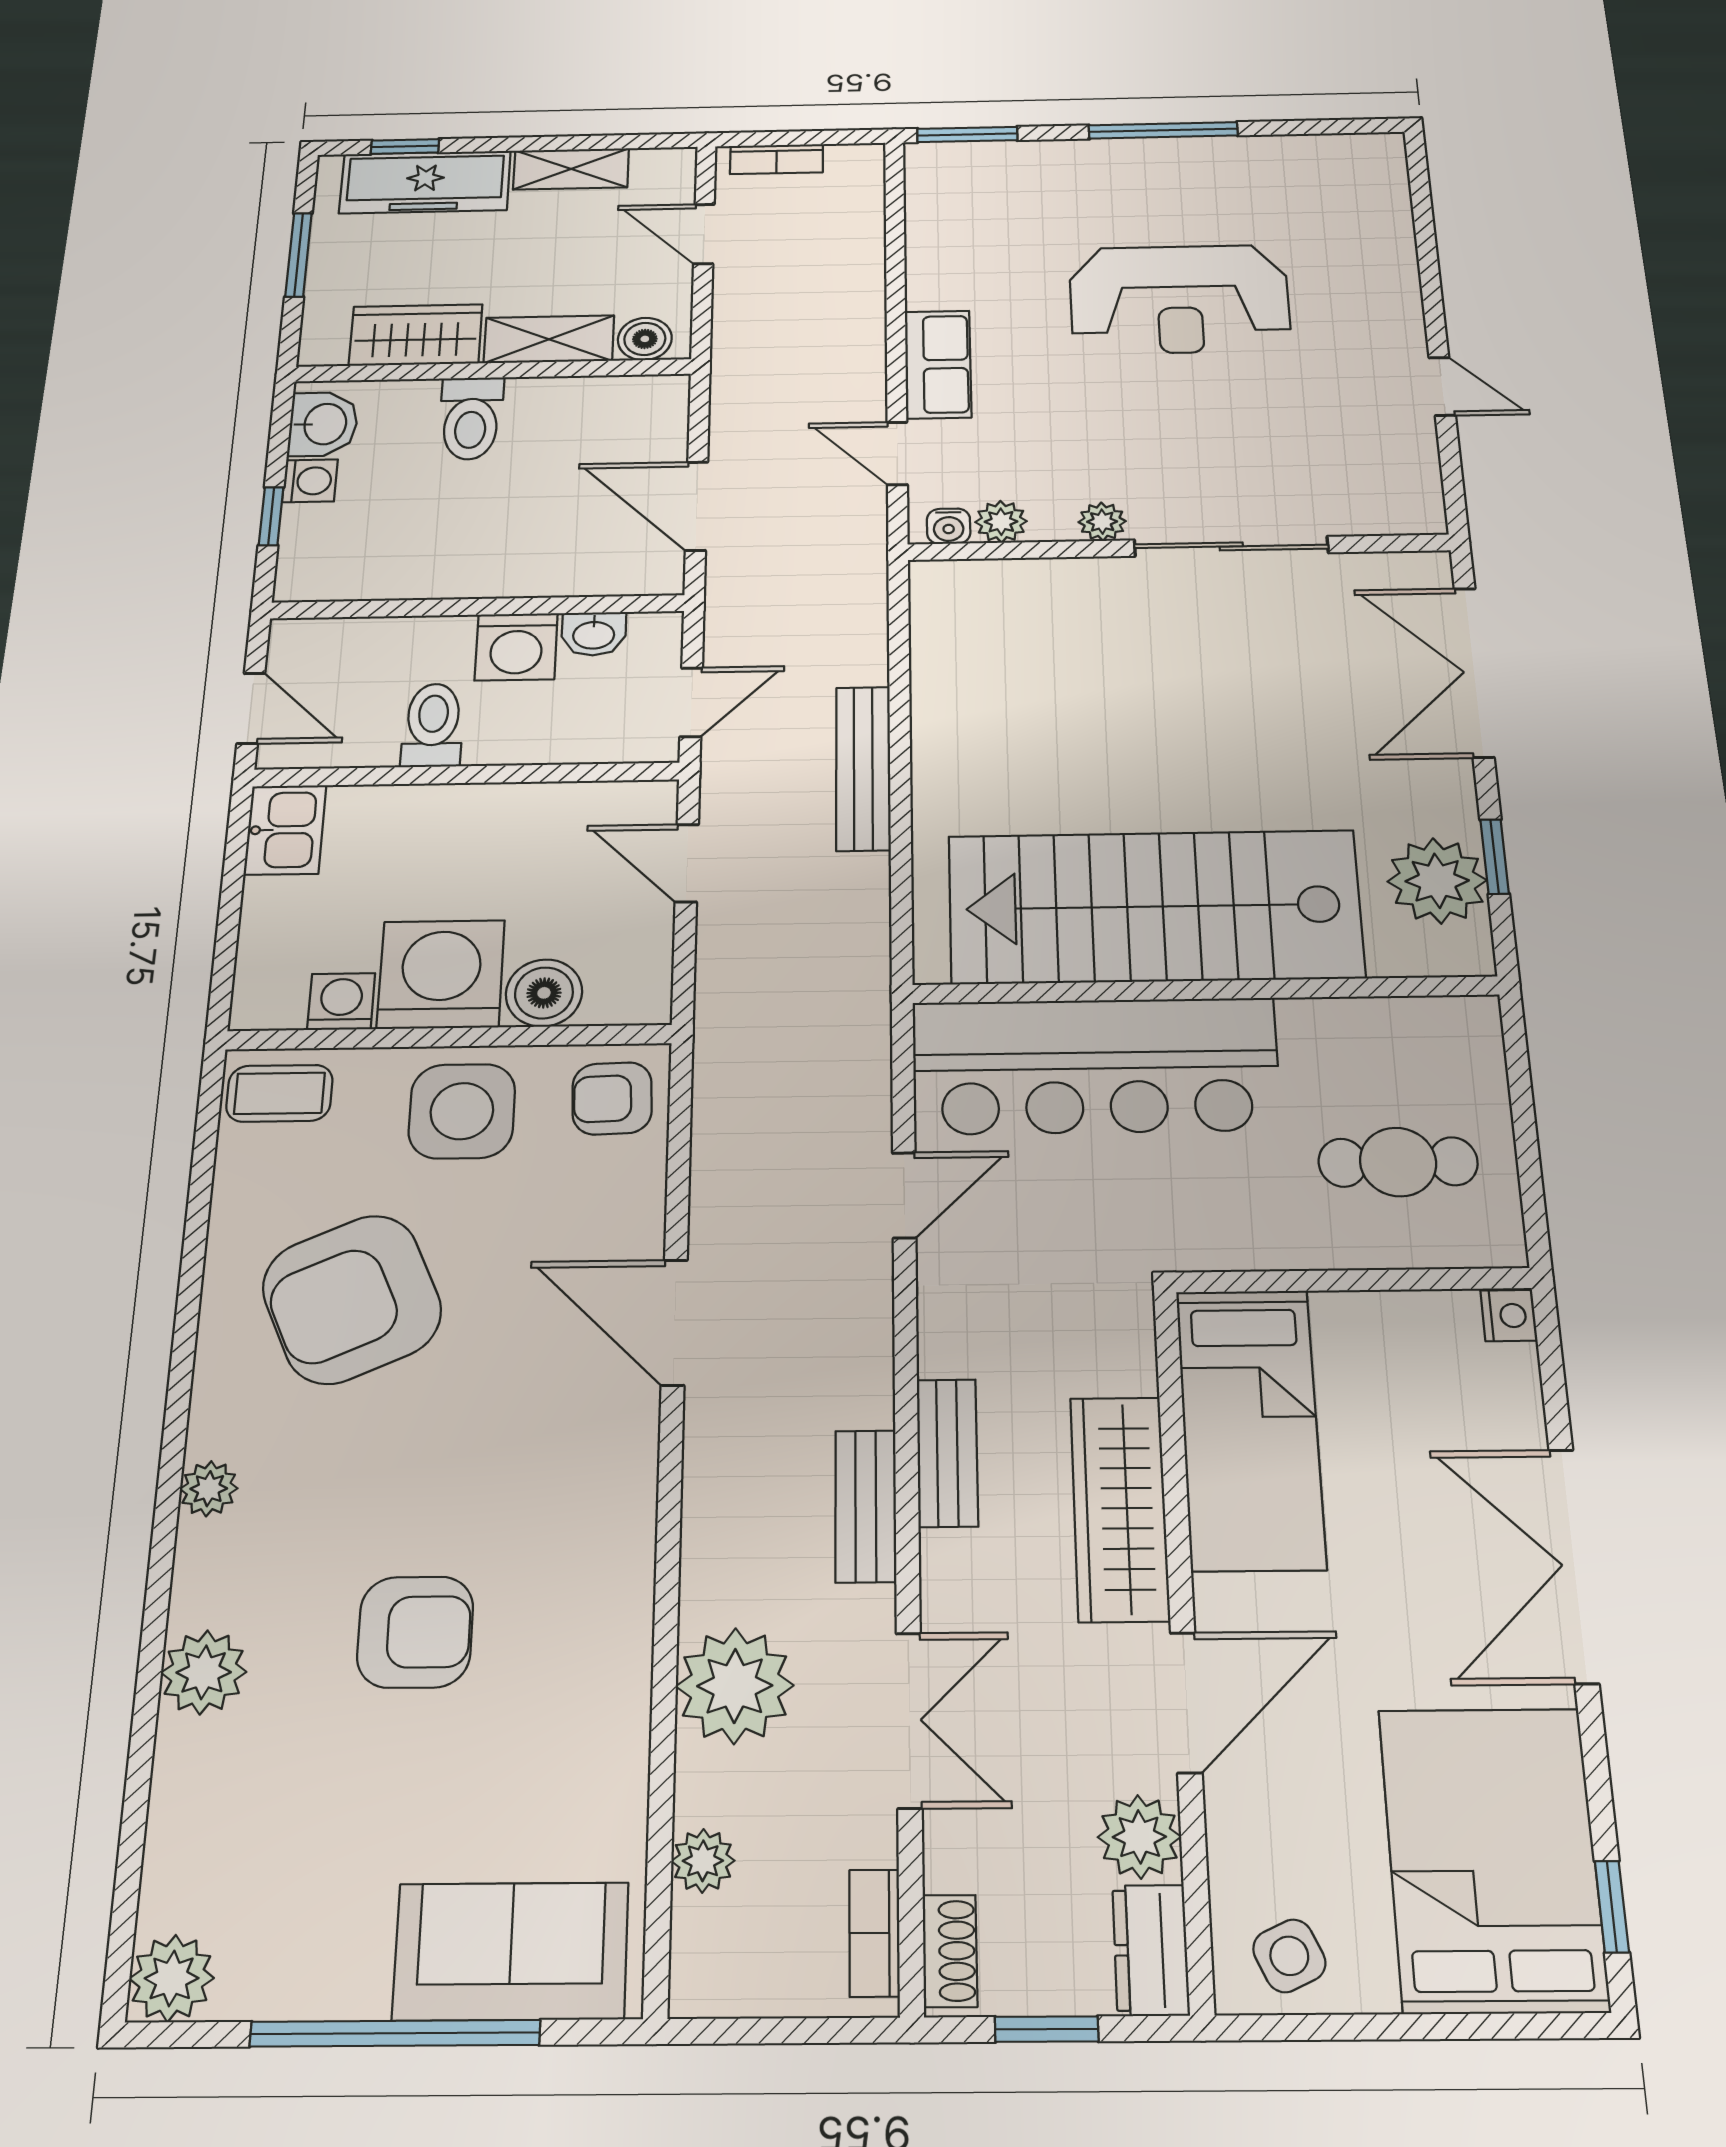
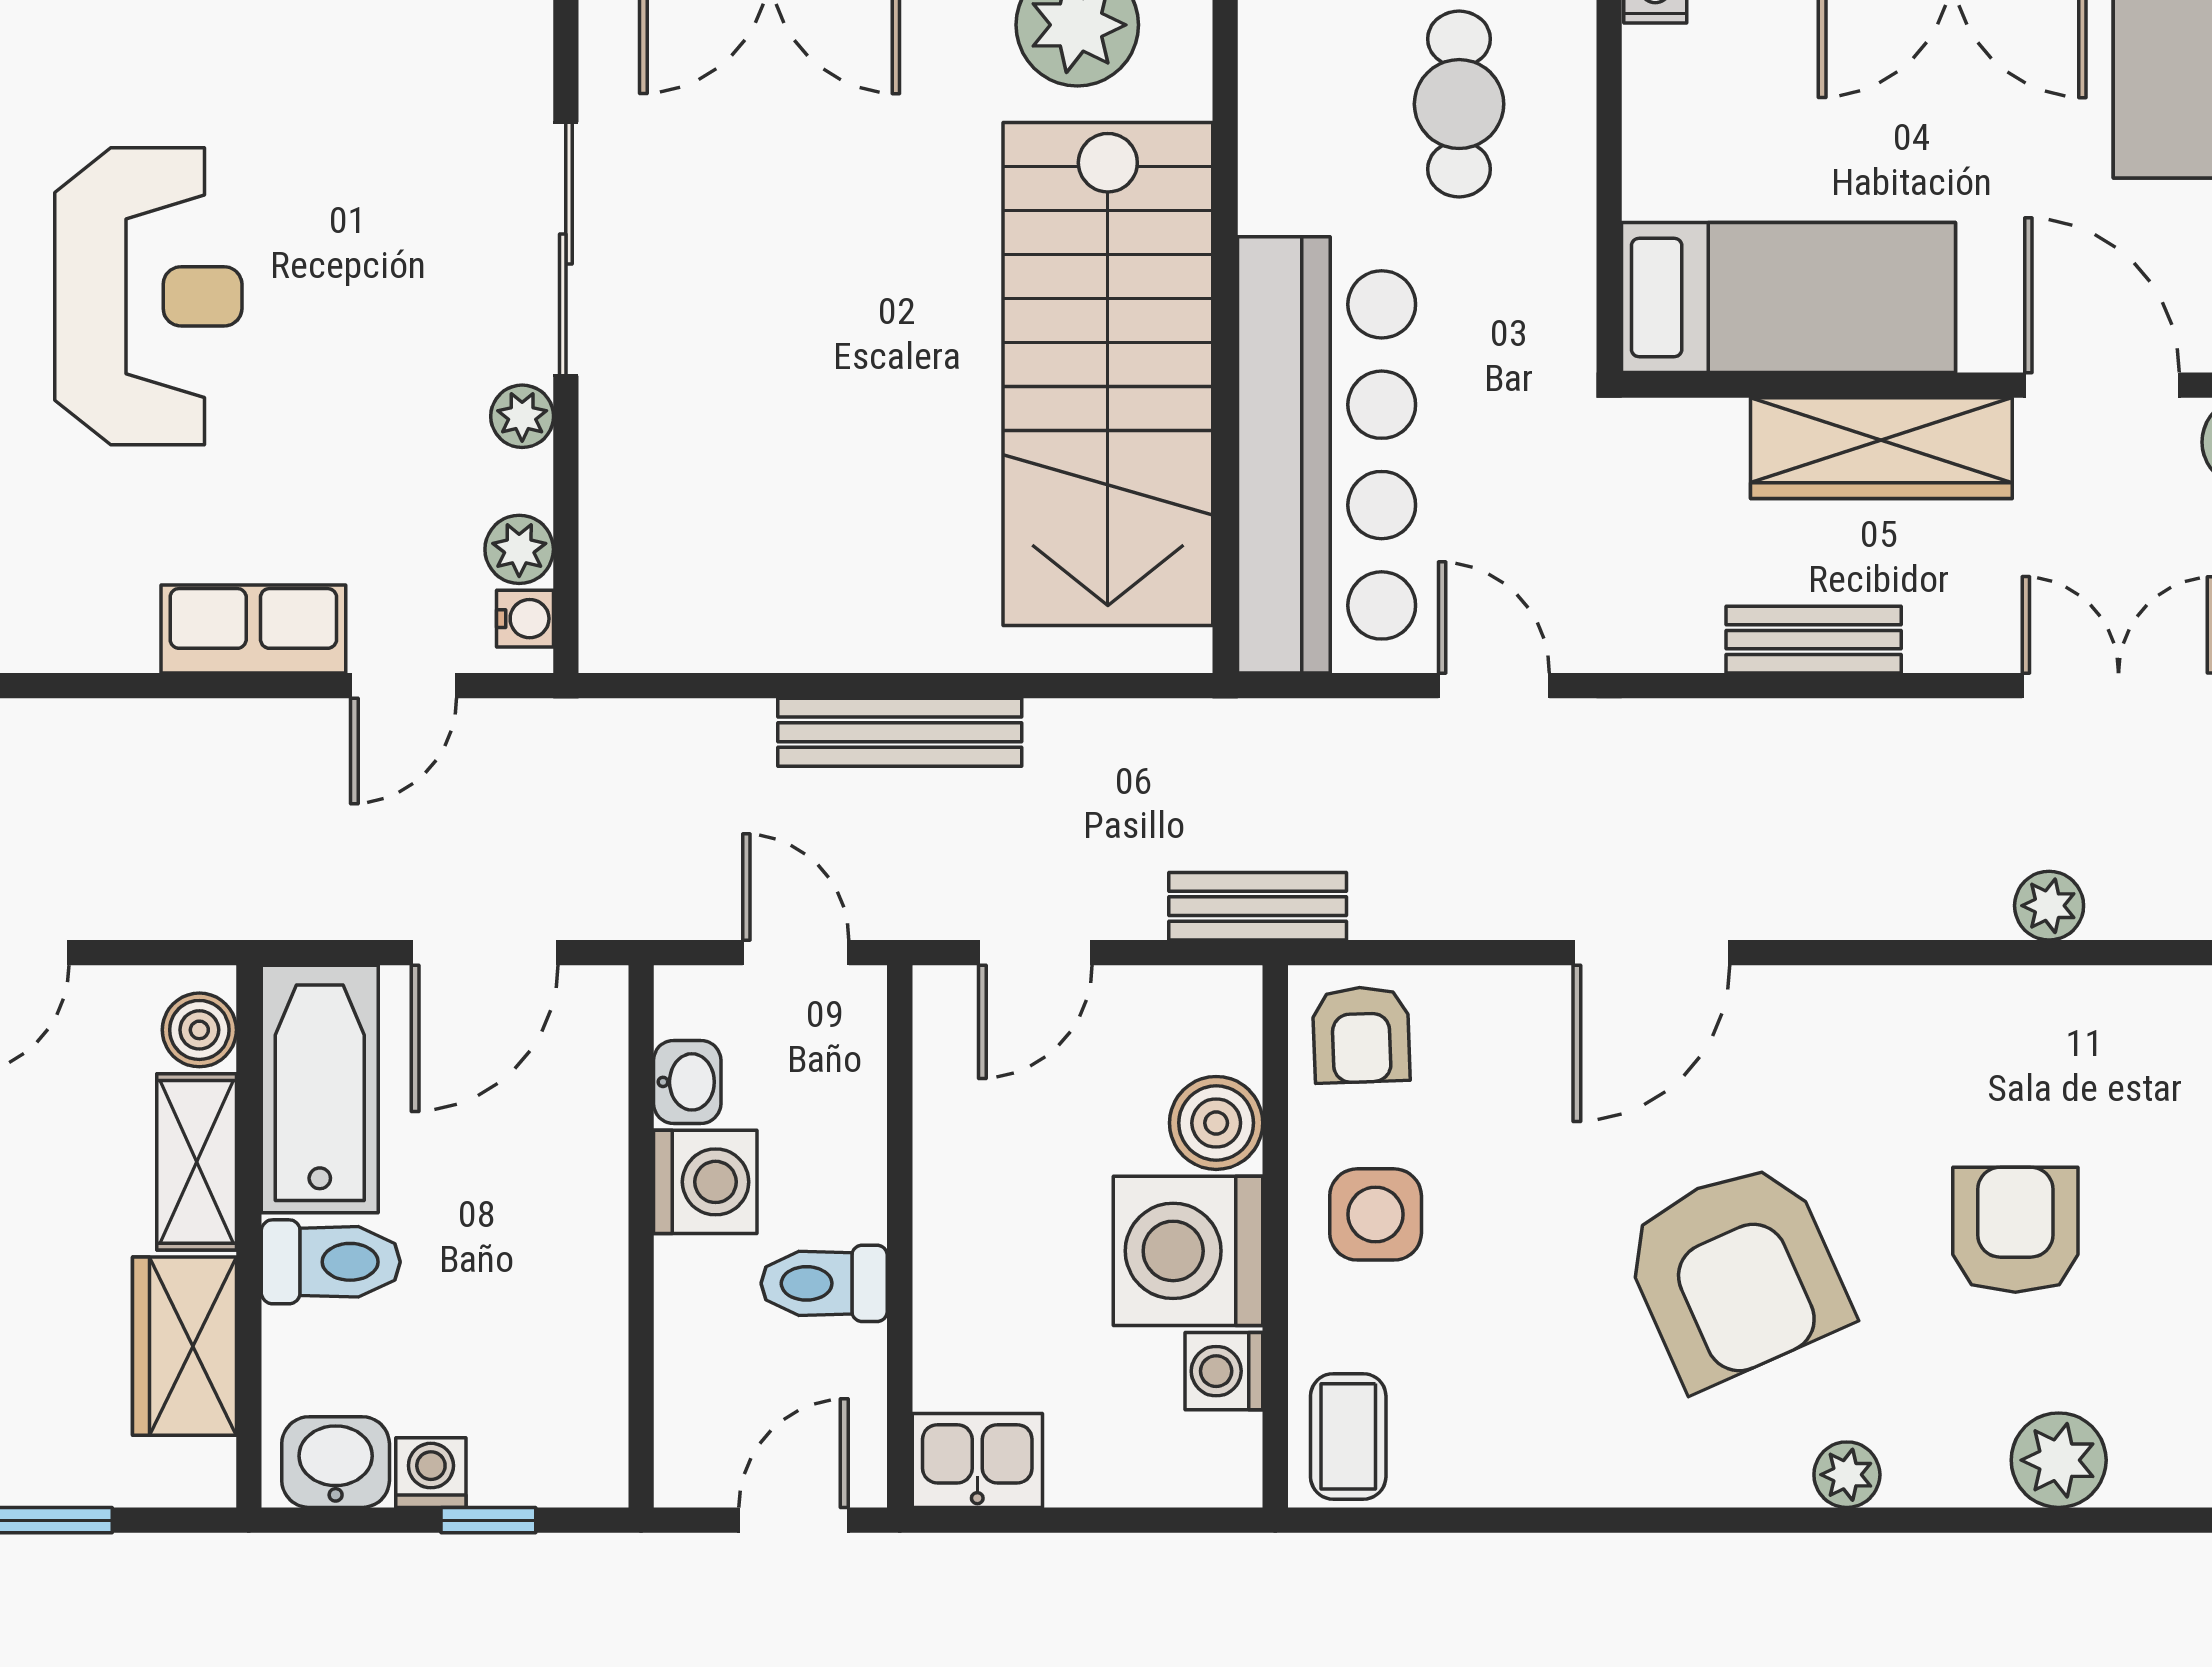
bathtub: (599, 410) -> (320, 1089), added
side table: (462, 1111) -> (1376, 1214), width x0.73, depth x0.73
armchair: (352, 1299) -> (1736, 1274), moved
bench: (866, 1506) -> (1258, 906), moved
plant: (735, 1686) -> (2049, 906), width x0.53, depth x0.53

